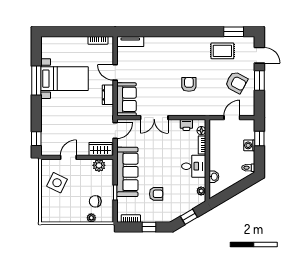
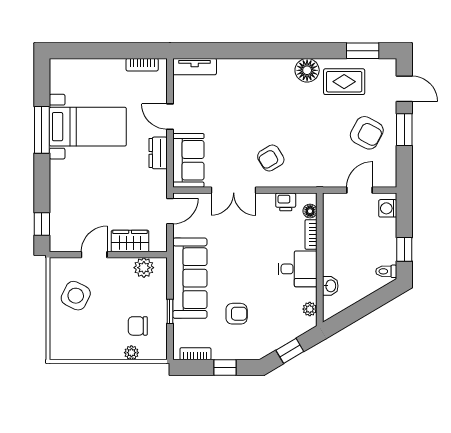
floor lamp: (200, 44) -> (307, 70), added
armchair: (189, 84) -> (271, 158), moved, turned -121
window: (259, 138) -> (404, 249), moved
washing machine: (249, 145) -> (388, 208), moved
wardrobe: (101, 149) -> (130, 241), moved

